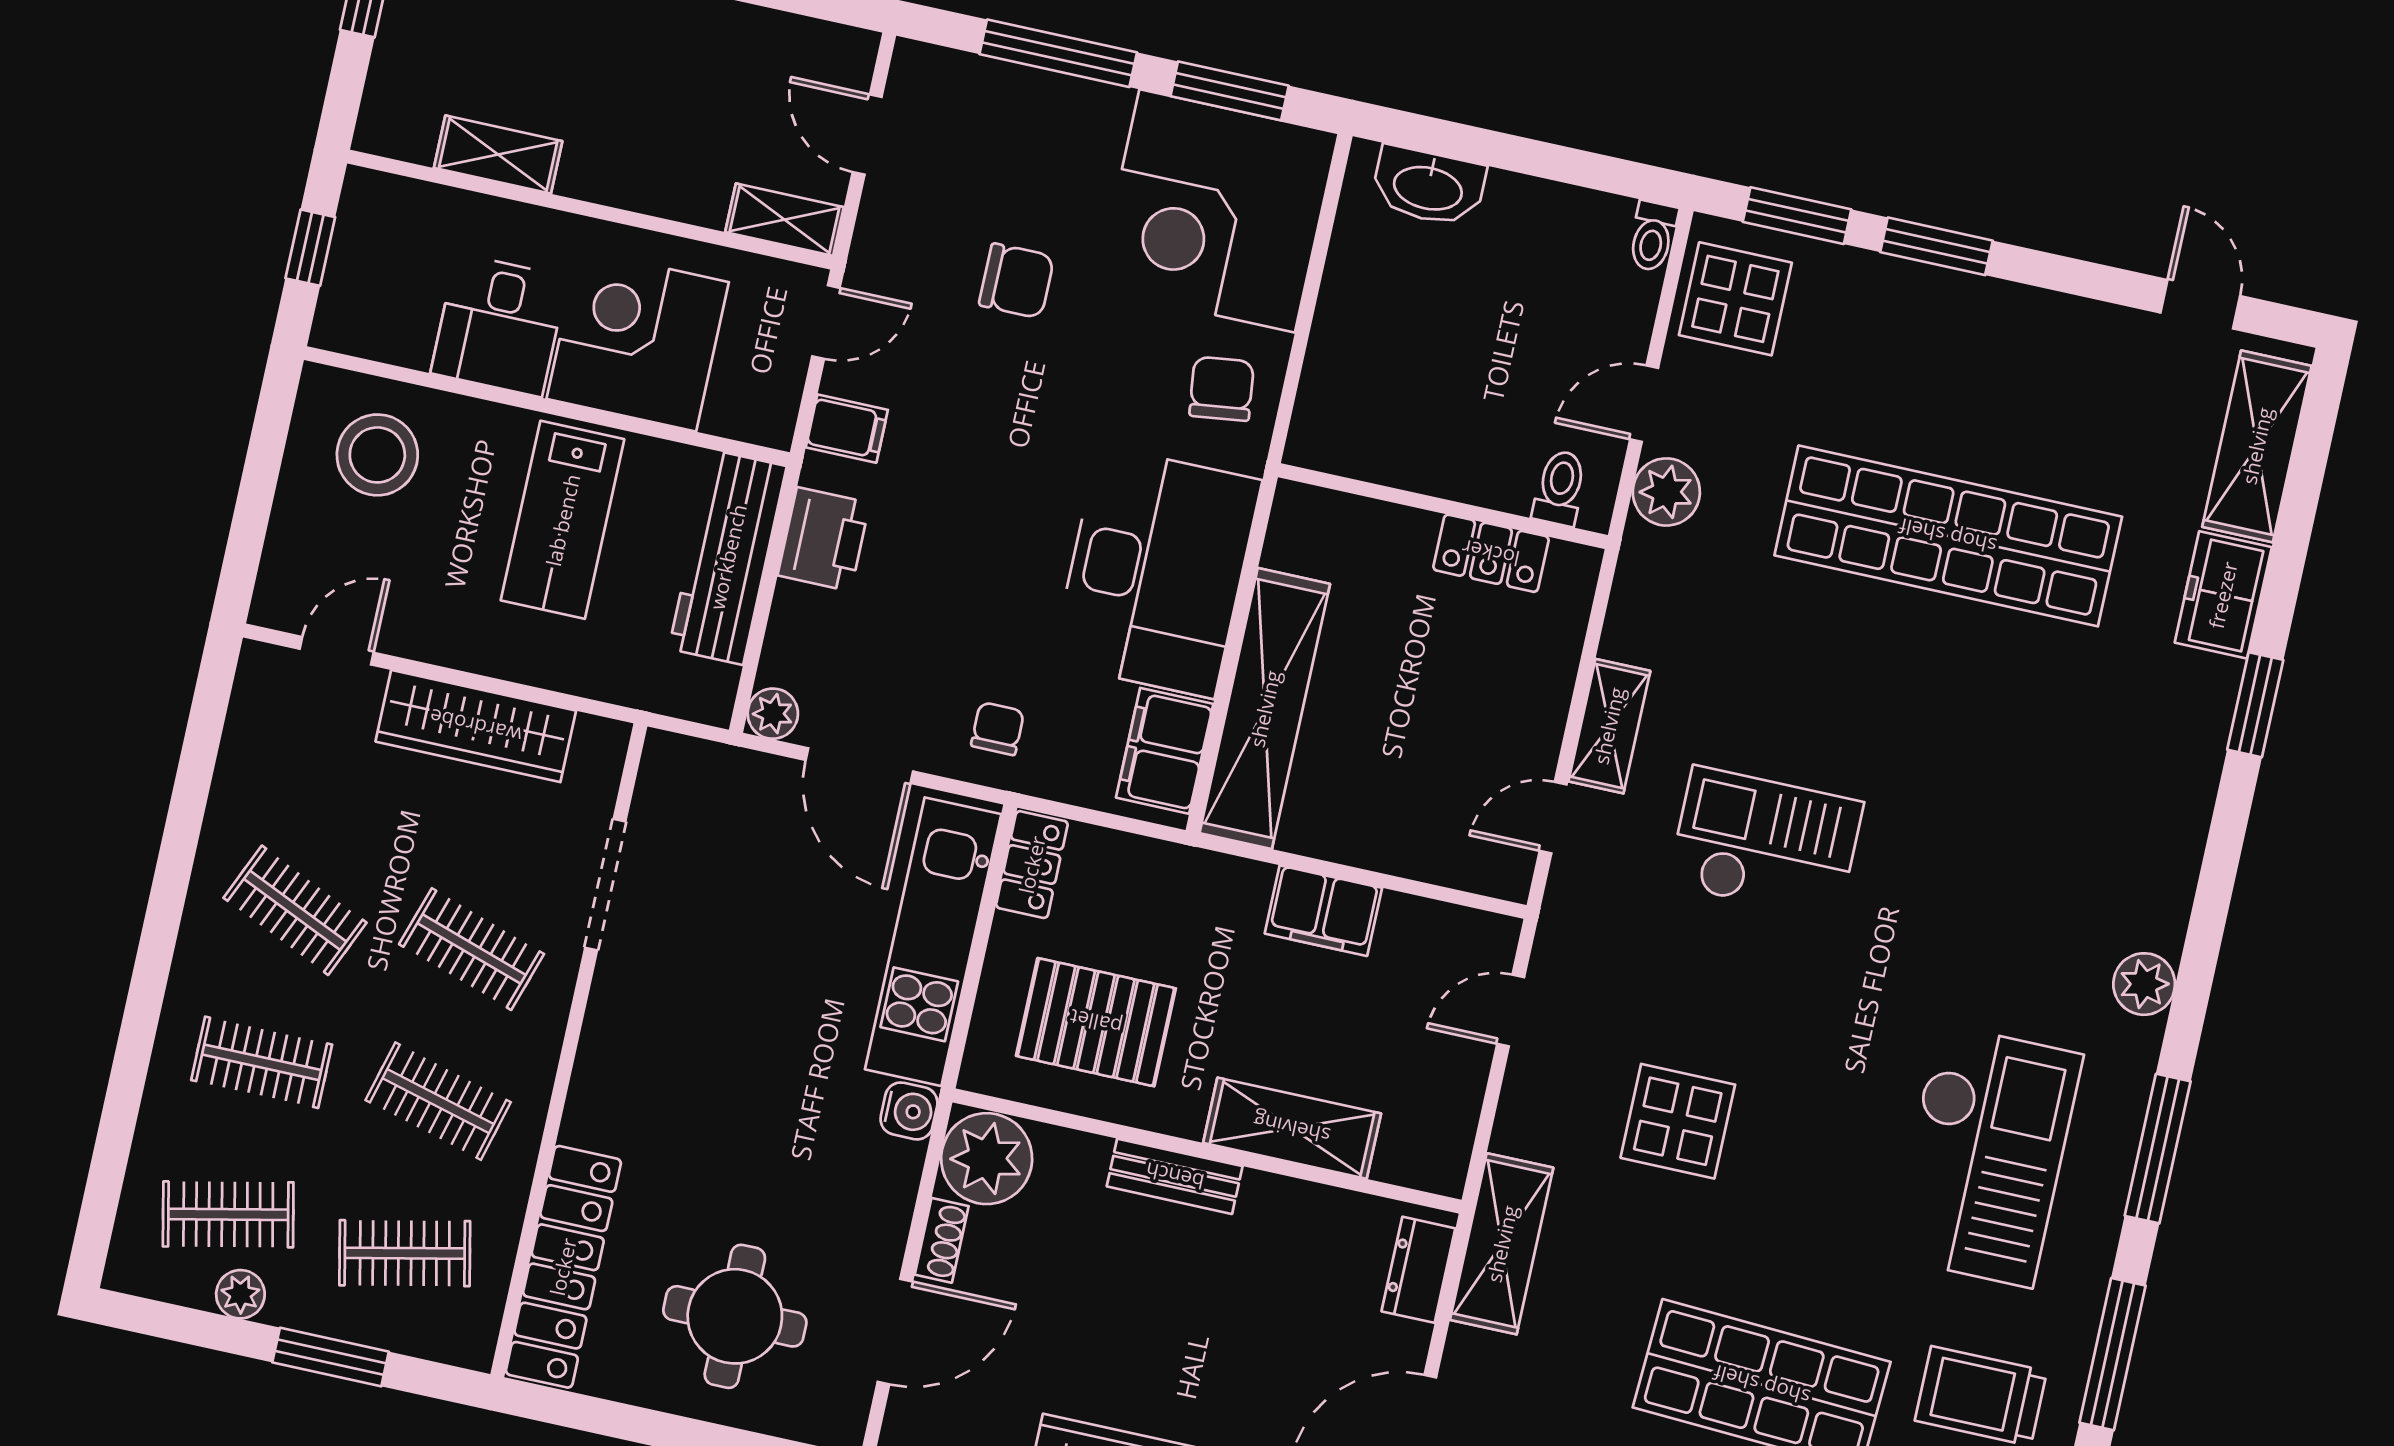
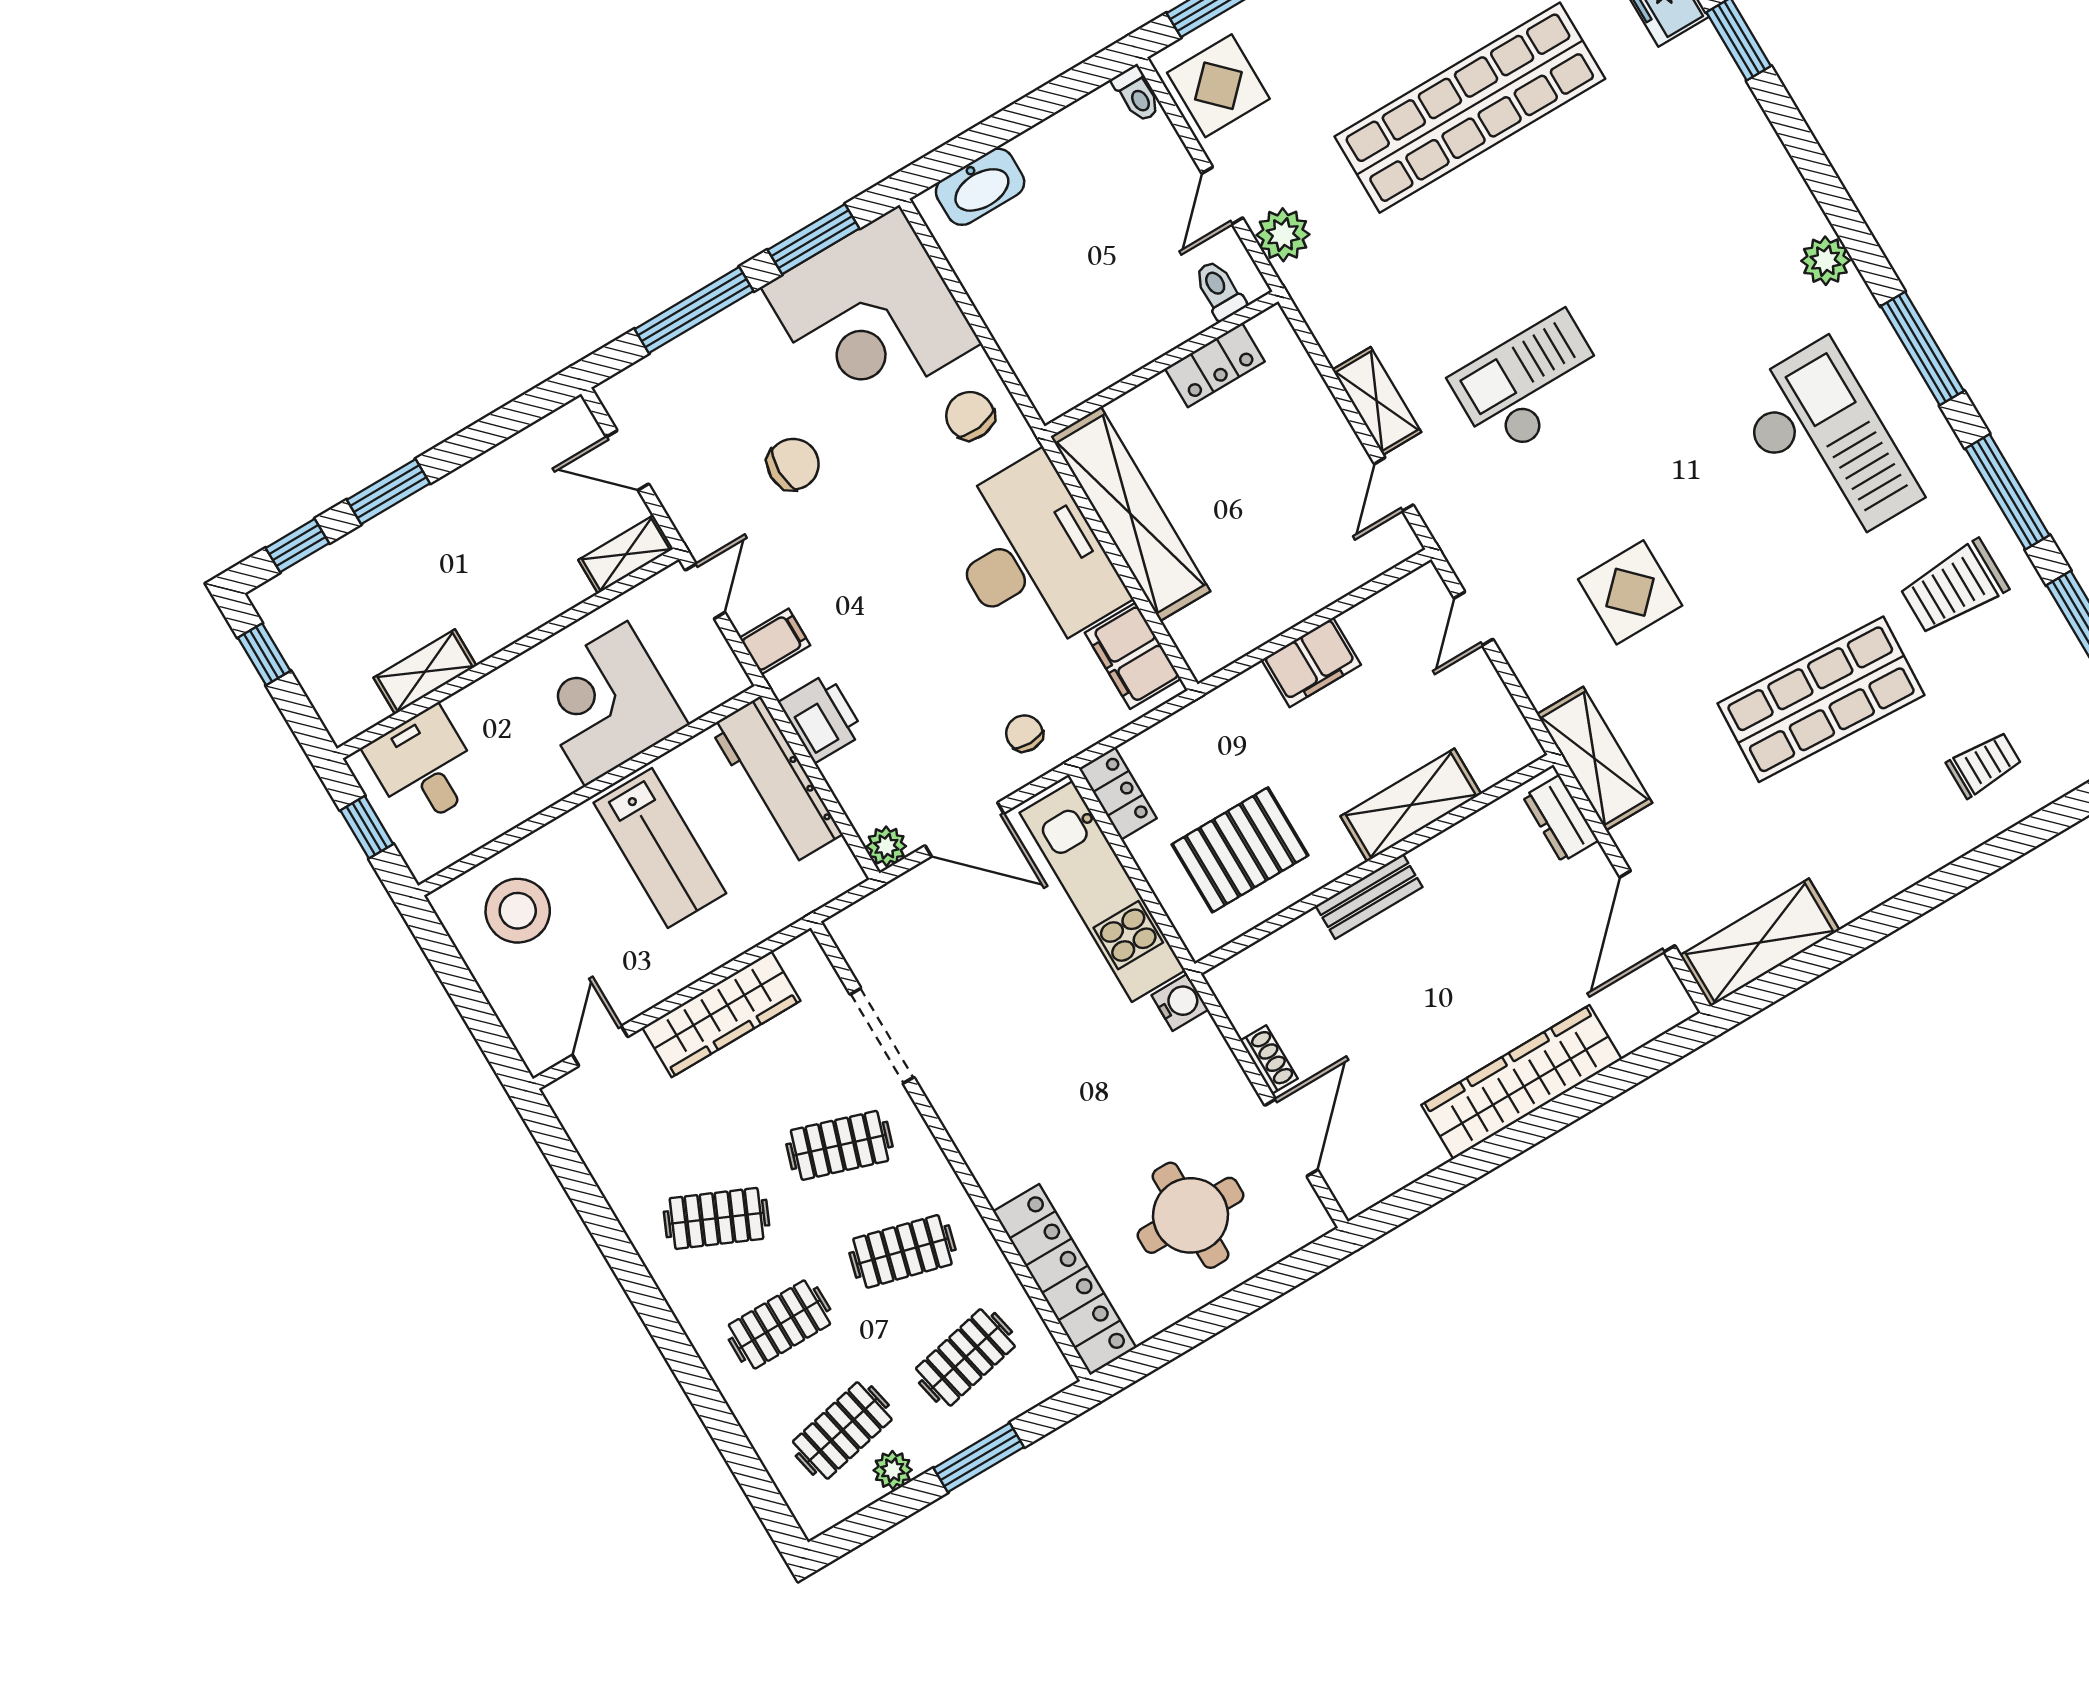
desk: (499, 325) -> (424, 767), moved, turned 180
shelving: (1265, 709) -> (1130, 514), moved
plant: (987, 1159) -> (1251, 988), removed

